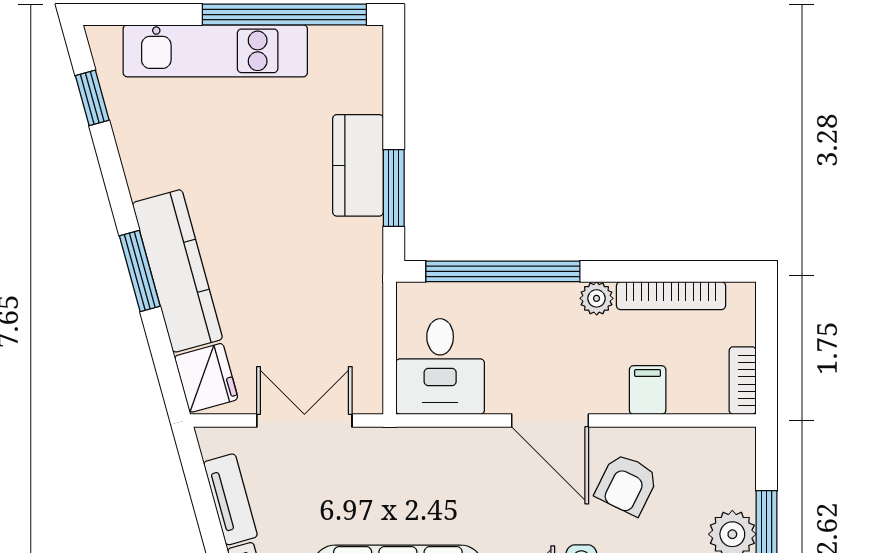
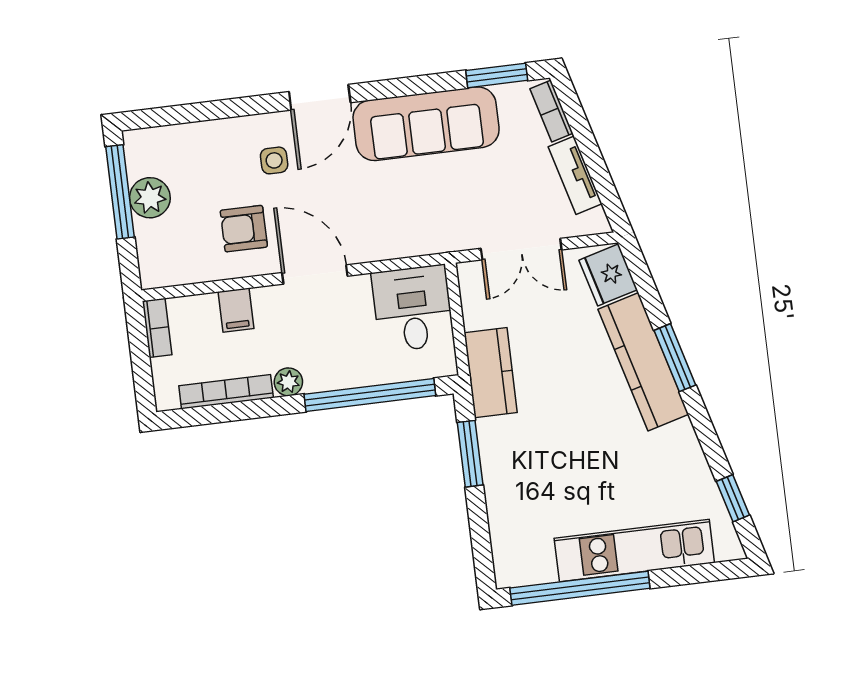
kitchen counter: (358, 165) -> (491, 373), moved
armchair: (627, 484) -> (244, 229), turned -116

